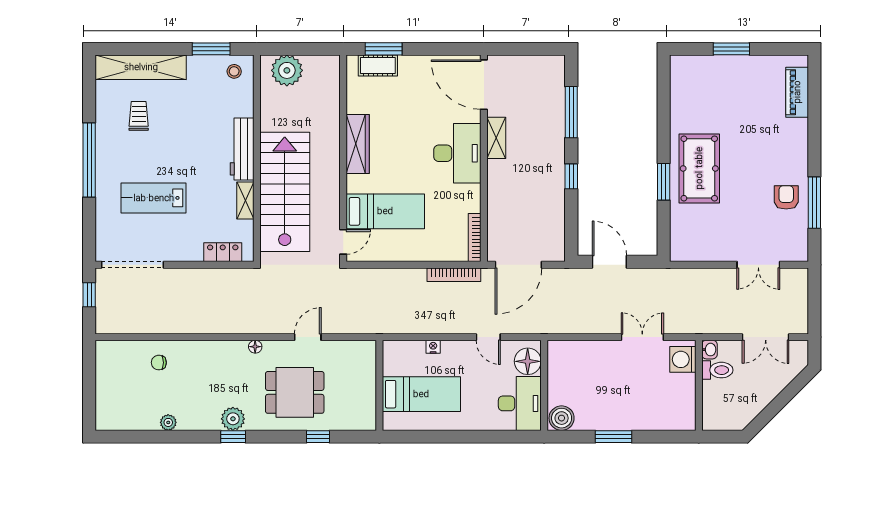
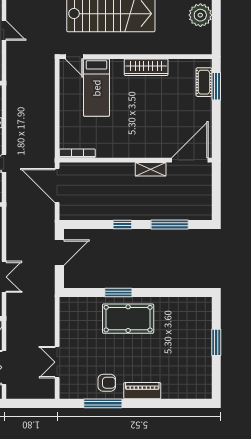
piano: (797, 92) -> (142, 391), moved
desk: (457, 153) -> (139, 141), removed
bookcase: (454, 275) -> (50, 138), removed

